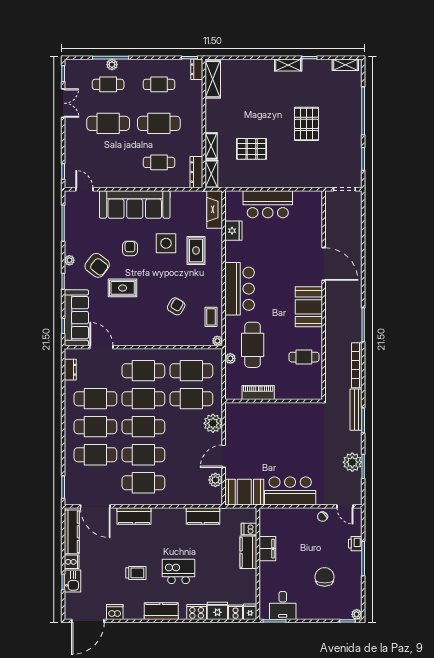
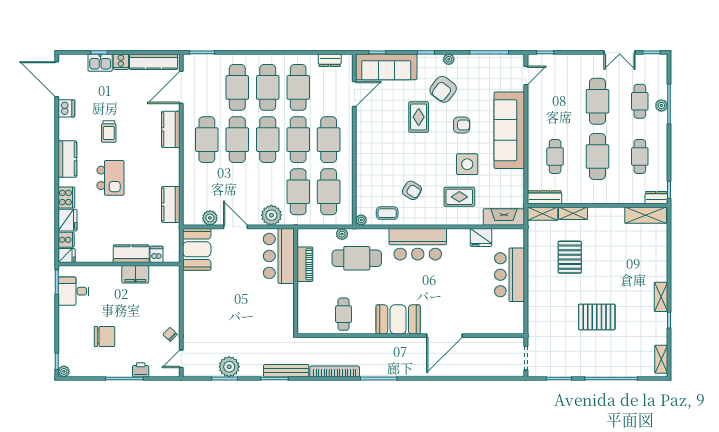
armchair: (176, 306) -> (412, 190), moved
bar counter: (290, 491) -> (279, 256), moved, turned 180

